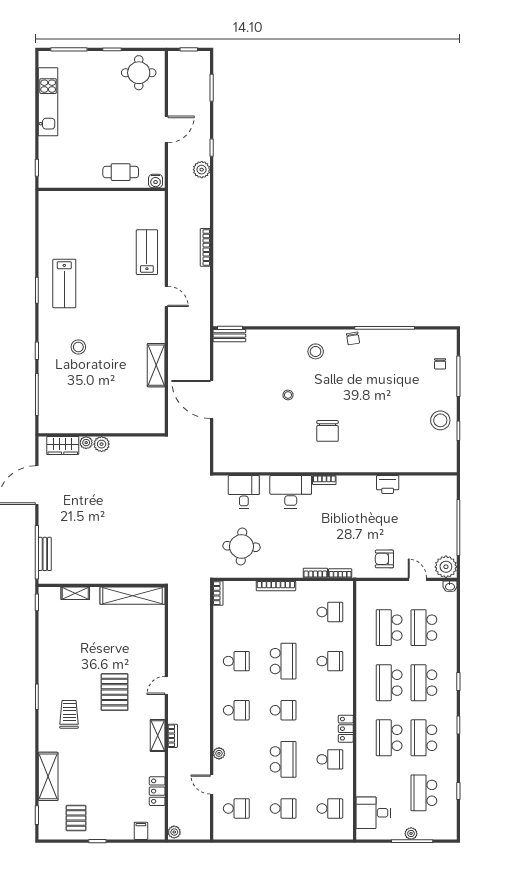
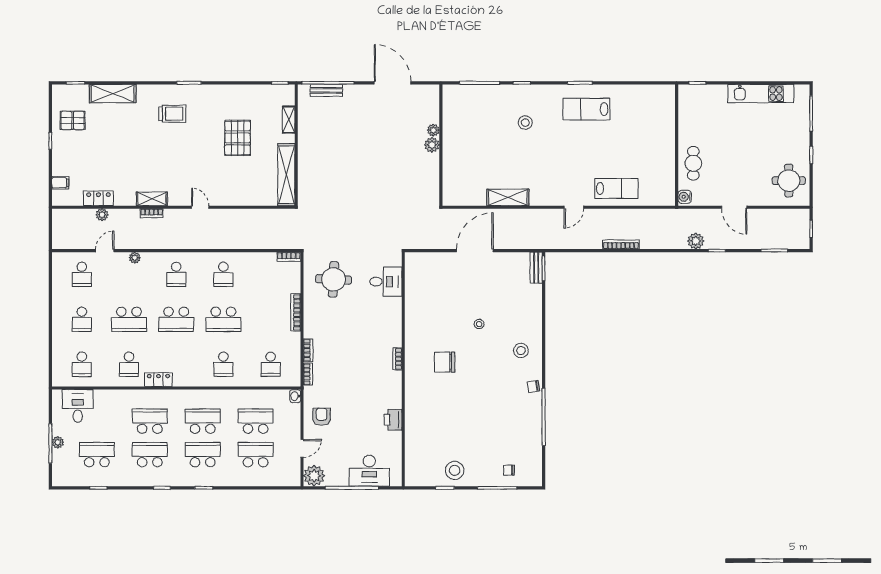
wardrobe: (63, 445) -> (431, 108), removed
desk: (291, 492) -> (369, 471), moved, turned 90
washbasin: (450, 586) -> (295, 396), moved
pallet: (115, 692) -> (238, 138), moved, turned 90
school desk: (283, 710) -> (176, 319), width x1.85
plant: (174, 832) -> (102, 215), moved

